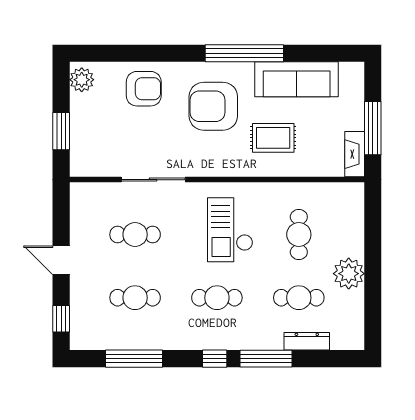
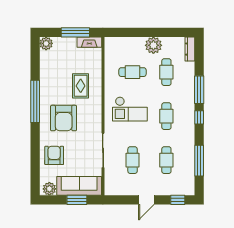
plant: (352, 74) -> (46, 43), added
sofa: (297, 79) -> (79, 186), moved, turned -90
dresser: (307, 341) -> (190, 49), moved

